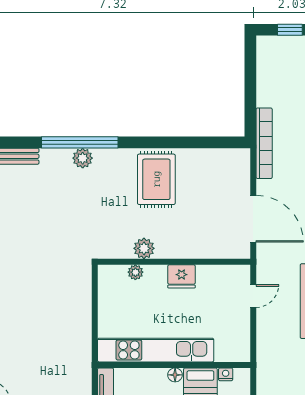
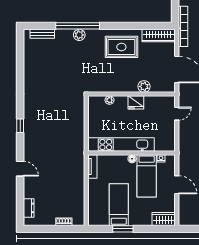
wardrobe: (221, 159) -> (159, 36), added
rug: (156, 179) -> (121, 47), turned 90
plant: (144, 248) -> (144, 86), moved

